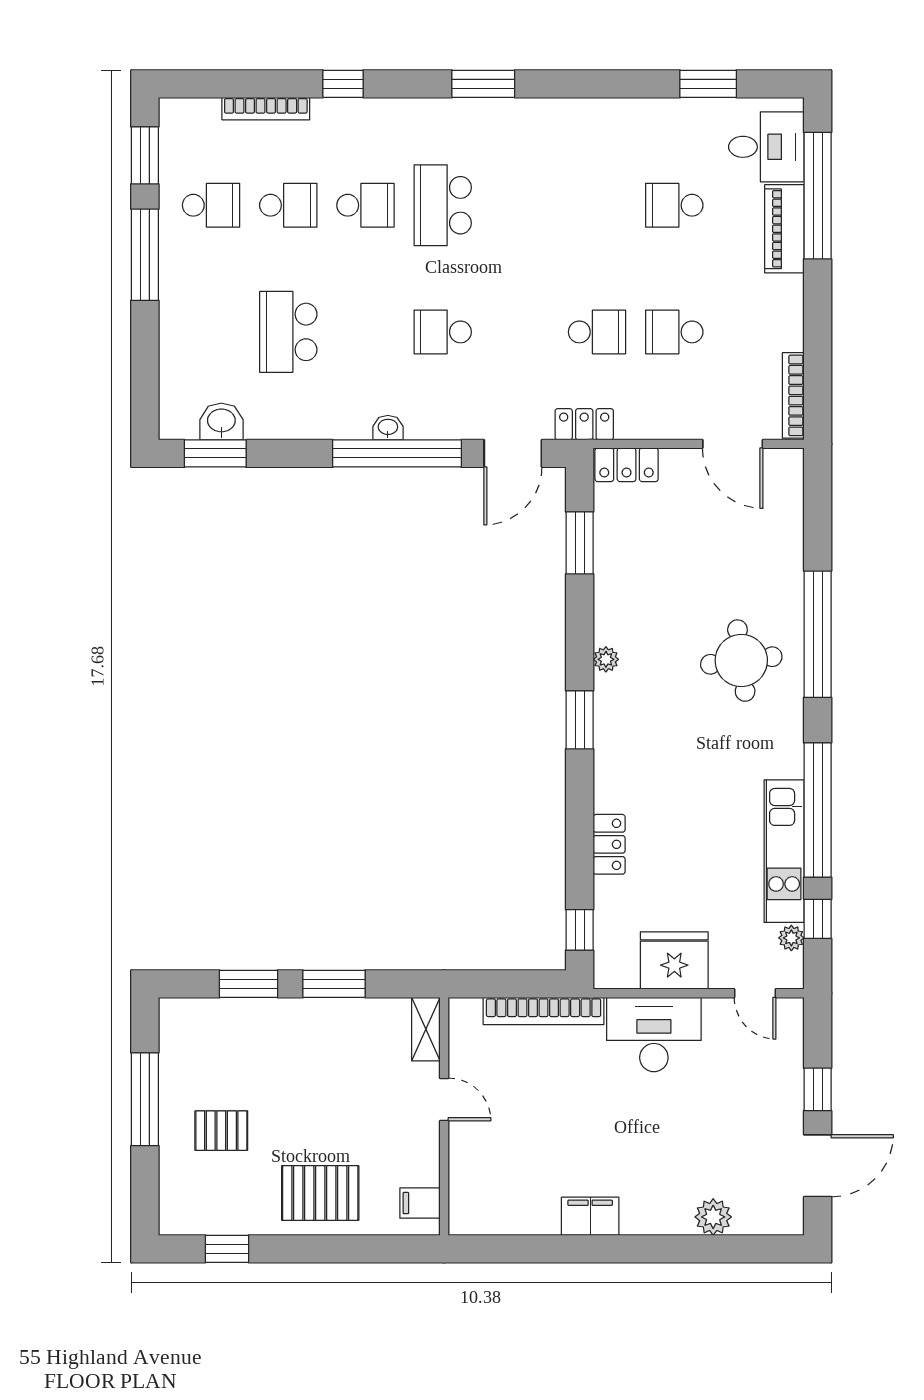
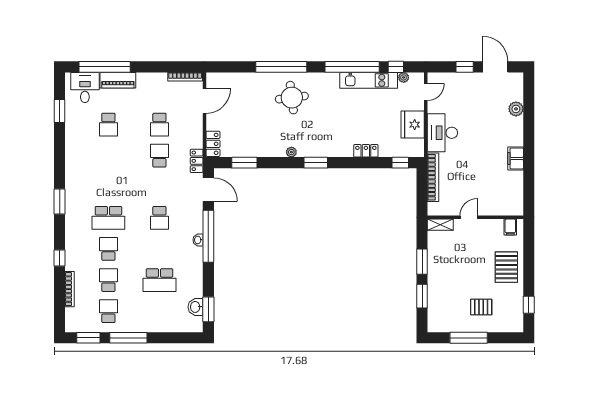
pallet: (221, 1131) -> (481, 307), turned 90

